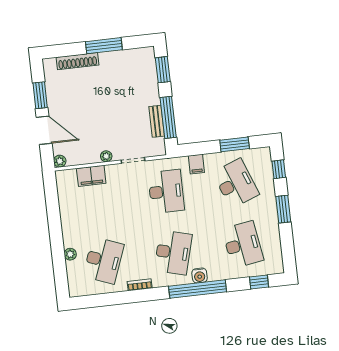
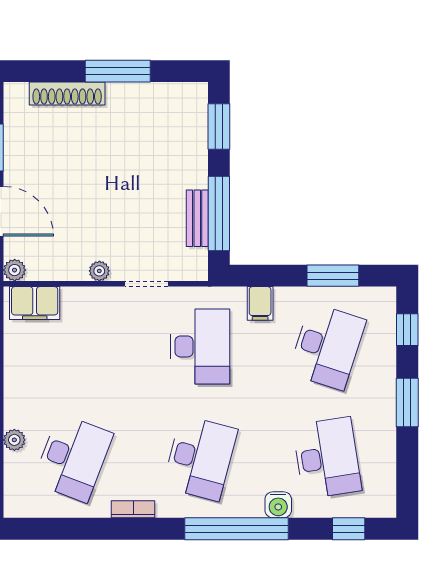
filing cabinet: (91, 176) -> (35, 303), moved
desk: (236, 183) -> (327, 346), turned 39
water cooler: (200, 276) -> (278, 505), moved

